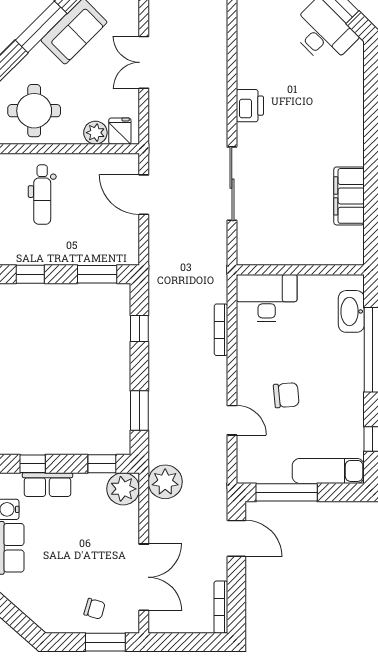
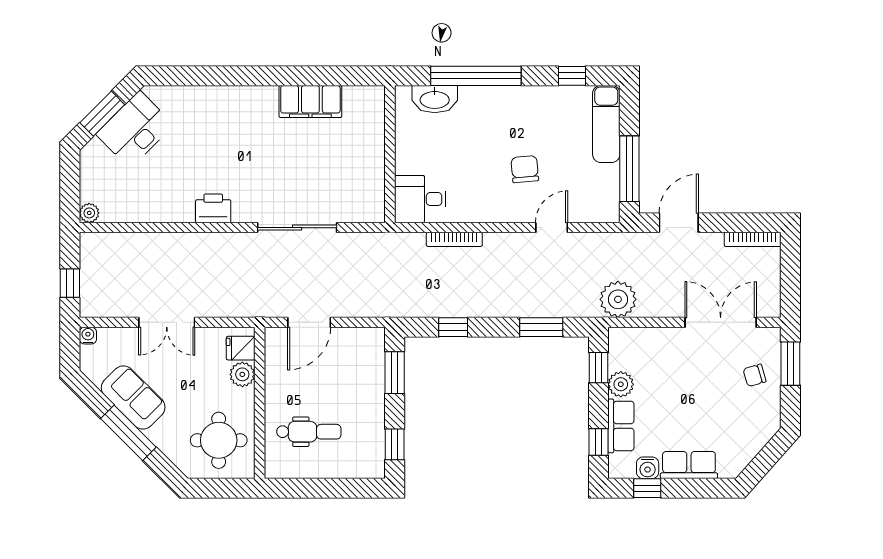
desk: (267, 298) -> (420, 199), width x0.73
plant: (123, 489) -> (621, 384), moved, width x0.73, depth x0.73
chair: (95, 609) -> (755, 375), turned -122

